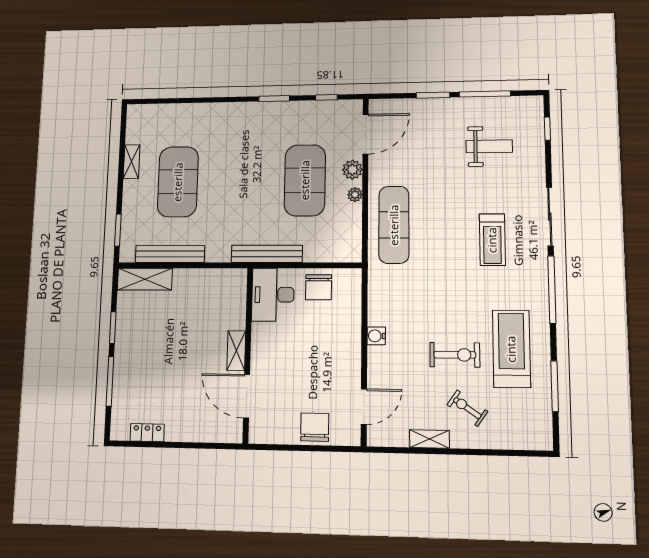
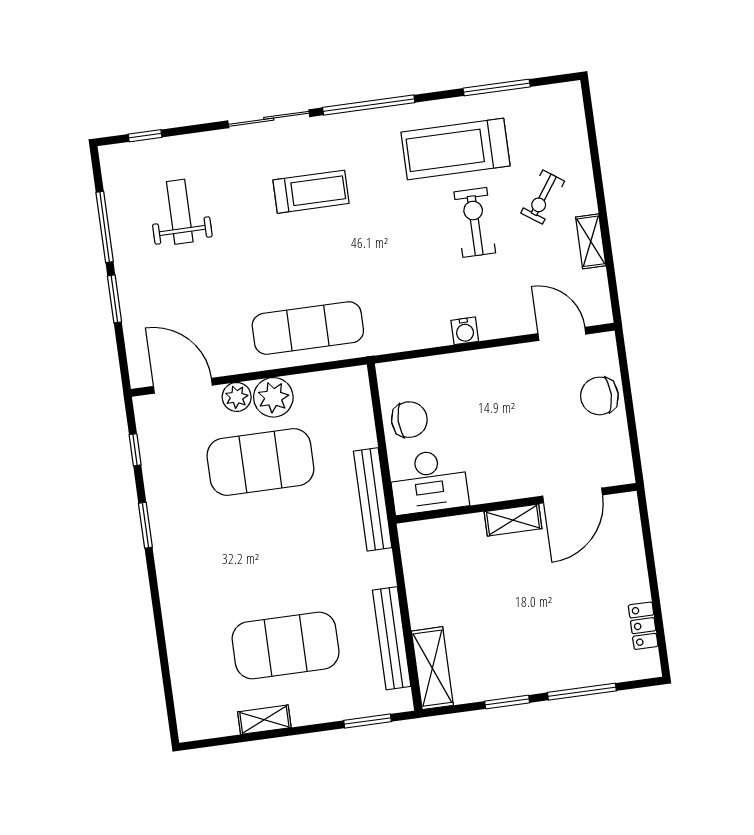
plant: (355, 195) -> (273, 397), width x1.87, depth x1.87

